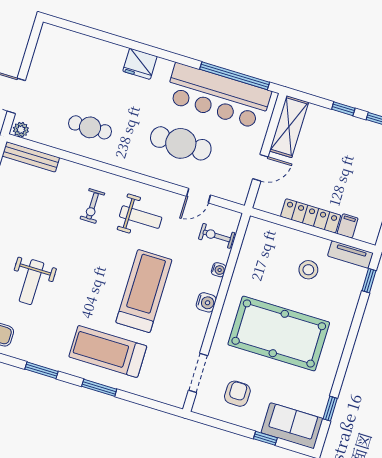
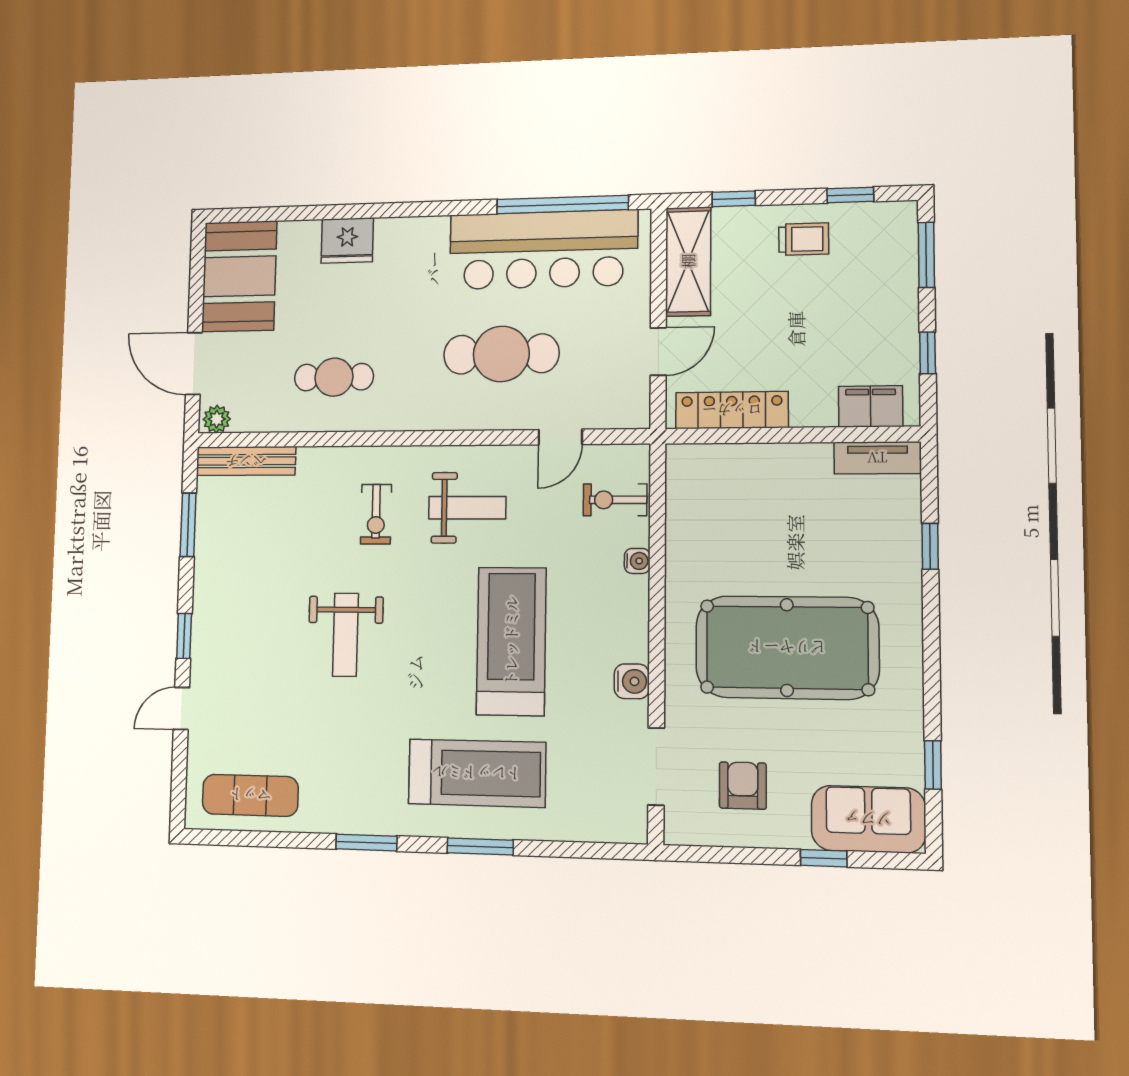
booth: (54, 57) -> (239, 276), added
fridge: (140, 64) -> (347, 240), moved
window: (343, 109) -> (734, 199), moved
trolley: (349, 134) -> (804, 239), added
locker: (311, 216) -> (732, 410), moved
filing cabinet: (348, 226) -> (871, 406), width x2.00
stool: (308, 270) -> (806, 511), removed
window: (369, 281) -> (930, 546), moved
weight bench: (31, 282) -> (345, 635), moved
water cooler: (206, 302) -> (632, 681), moved
treadmill: (108, 351) -> (477, 773), turned 180

